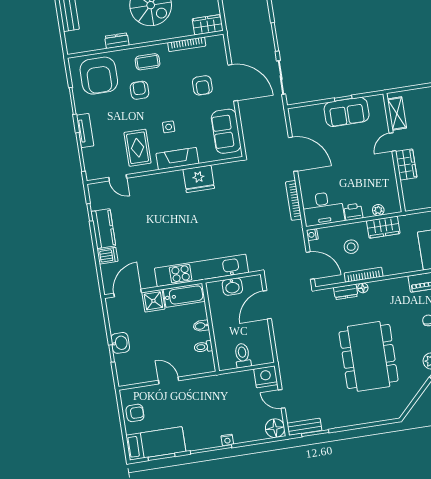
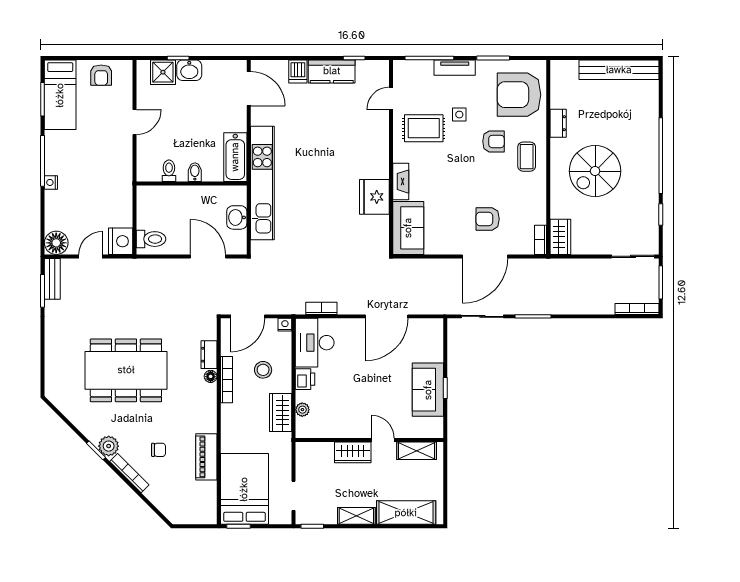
bookcase: (187, 44) -> (541, 240), moved, width x0.64
side table: (169, 127) -> (459, 115), moved
sofa: (226, 131) -> (408, 228), moved, turned 90
fireplace: (177, 158) -> (401, 182), width x0.73, depth x0.76
bookcase: (294, 200) -> (321, 308), width x0.64
shower: (153, 301) -> (163, 72), moved
toilet: (243, 355) -> (151, 239), moved

